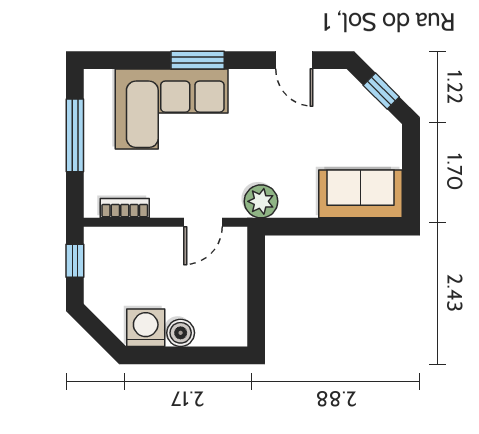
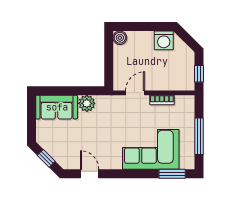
window: (198, 60) -> (172, 174), moved
plant: (261, 201) -> (87, 103), moved
bookcase: (125, 208) -> (162, 100), moved
boiler: (181, 333) -> (120, 38), moved

